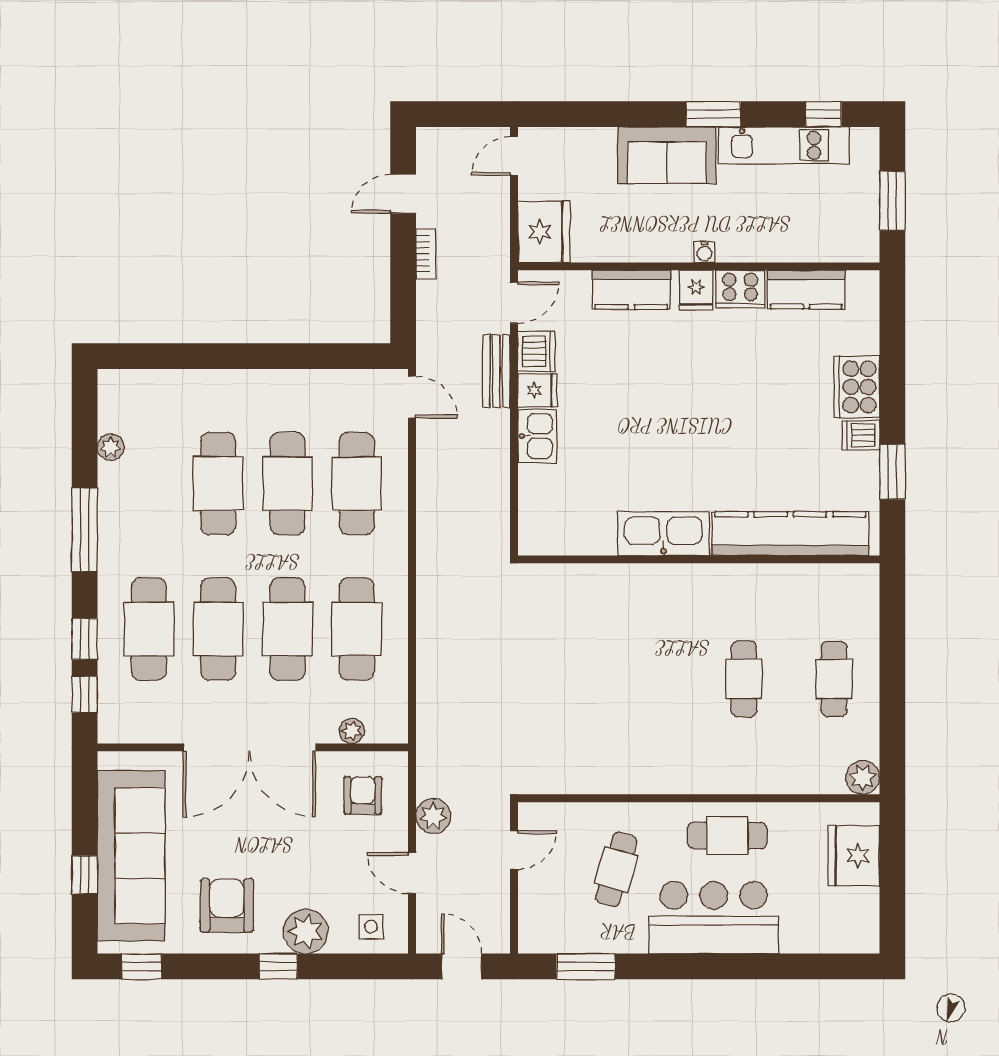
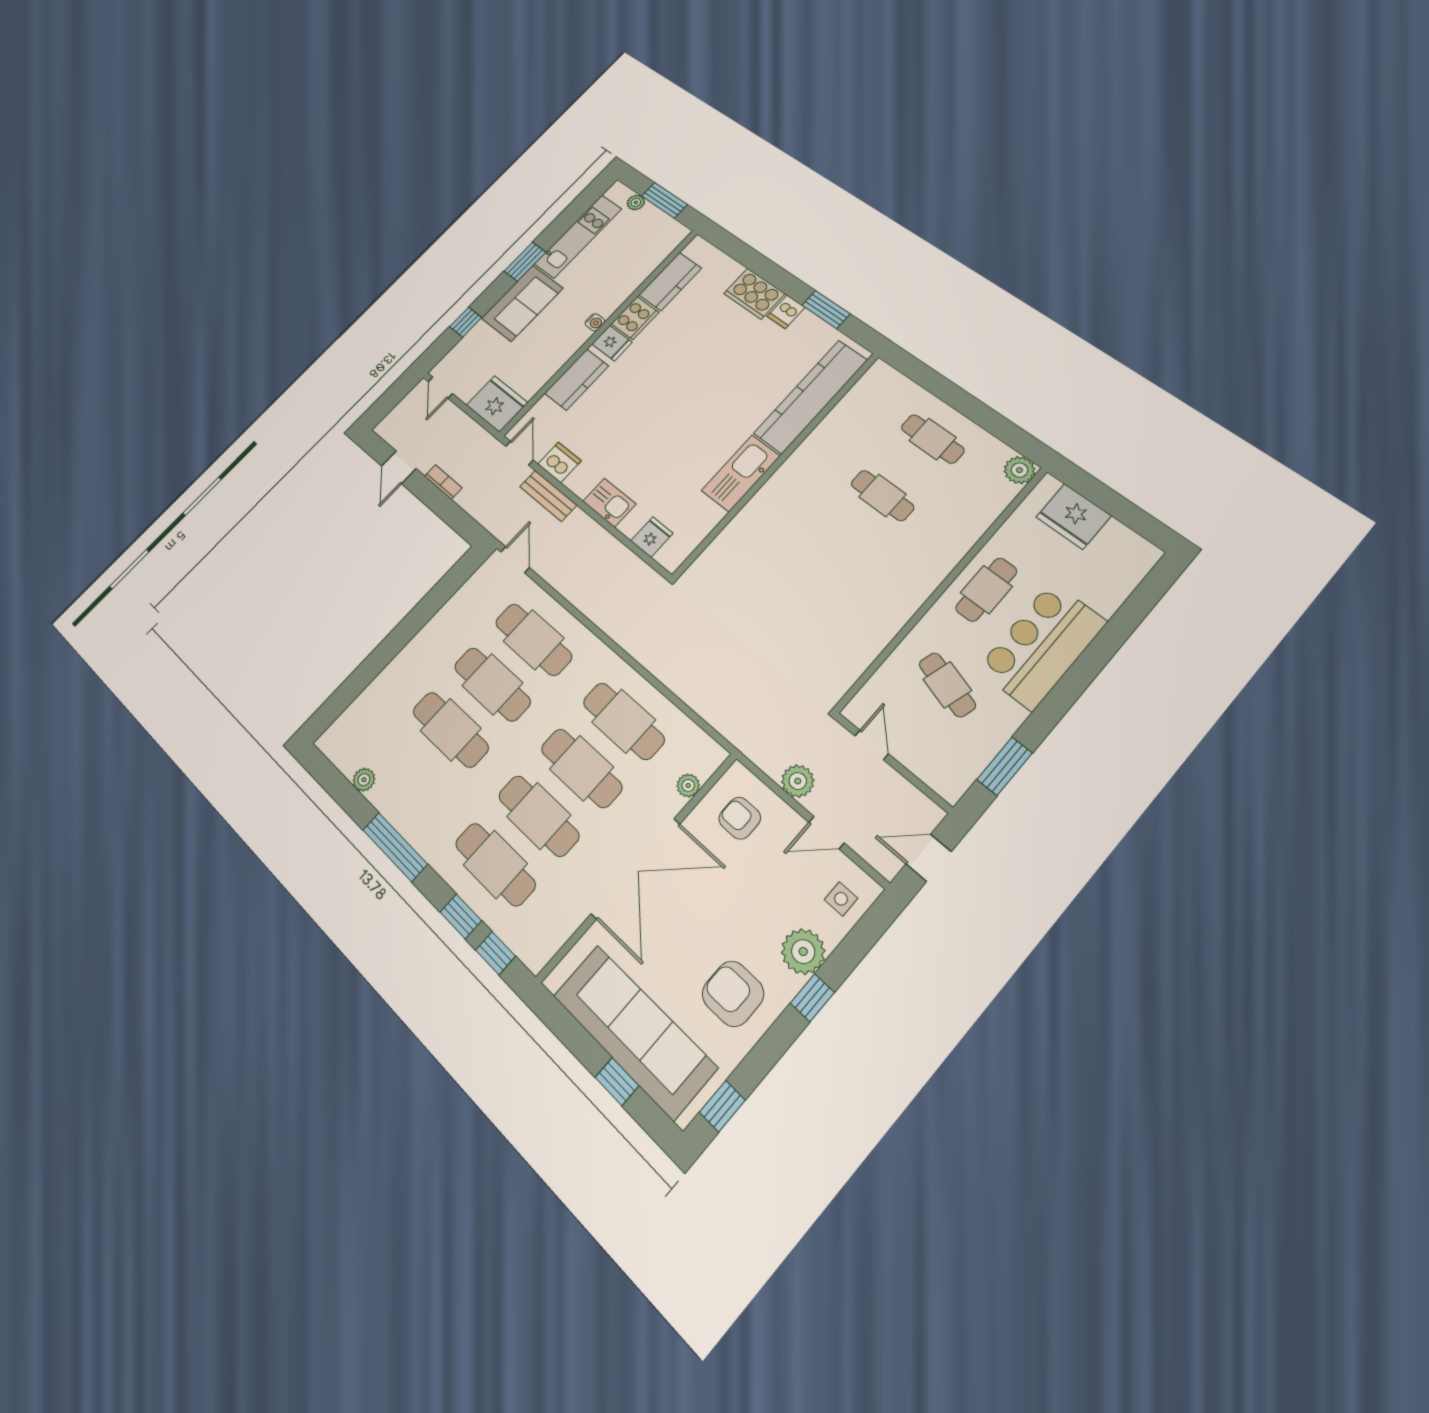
window: (823, 114) -> (466, 322), moved
plant: (868, 172) -> (636, 202), added
fridge: (537, 390) -> (652, 537), moved
door: (412, 397) -> (515, 560), hinge flipped

